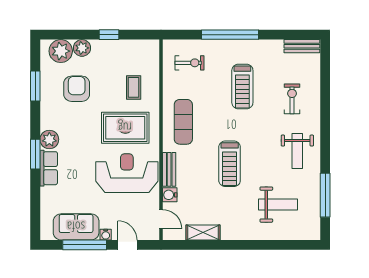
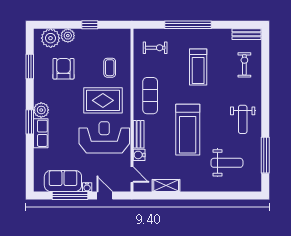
exercise bike: (292, 99) -> (244, 65), moved
treadmill: (230, 164) -> (188, 130), width x1.37, depth x1.38

